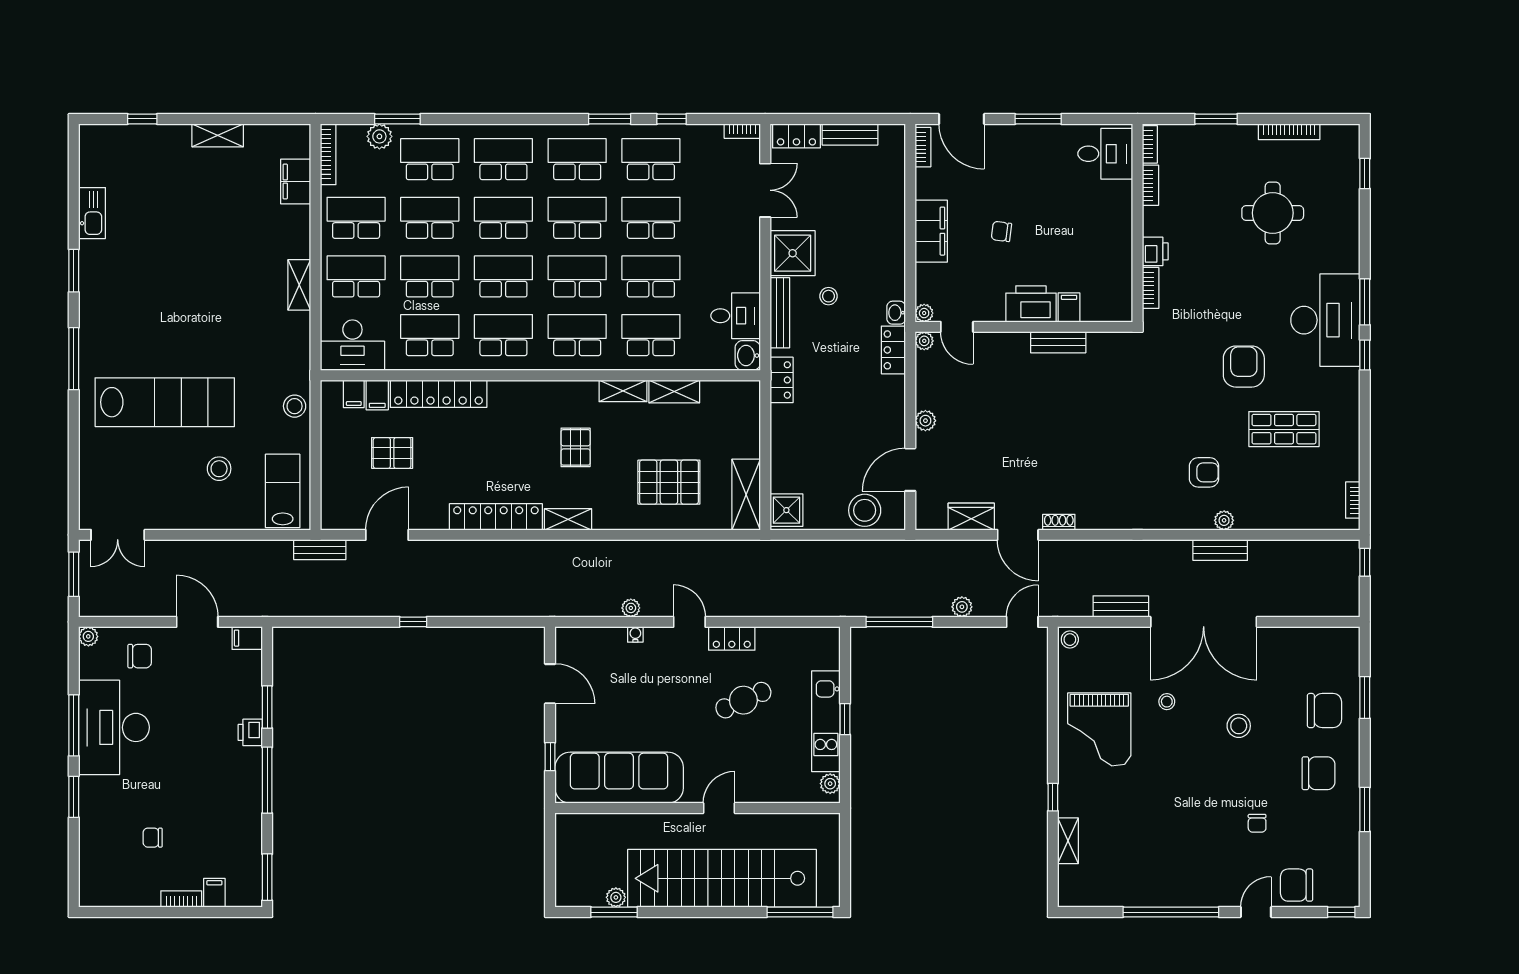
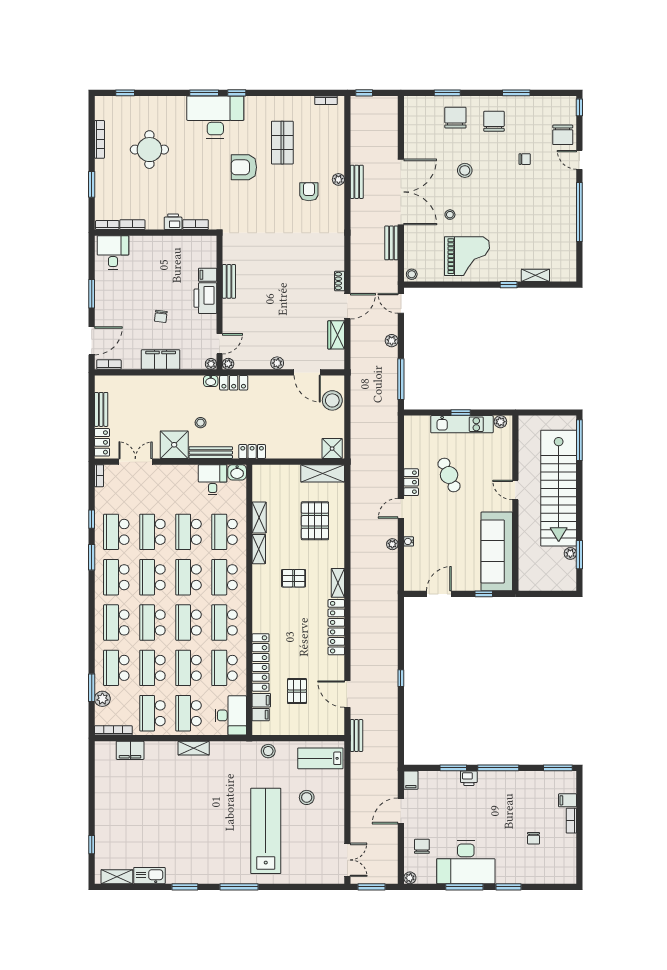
shelving: (218, 135) -> (117, 877), moved, turned 90

